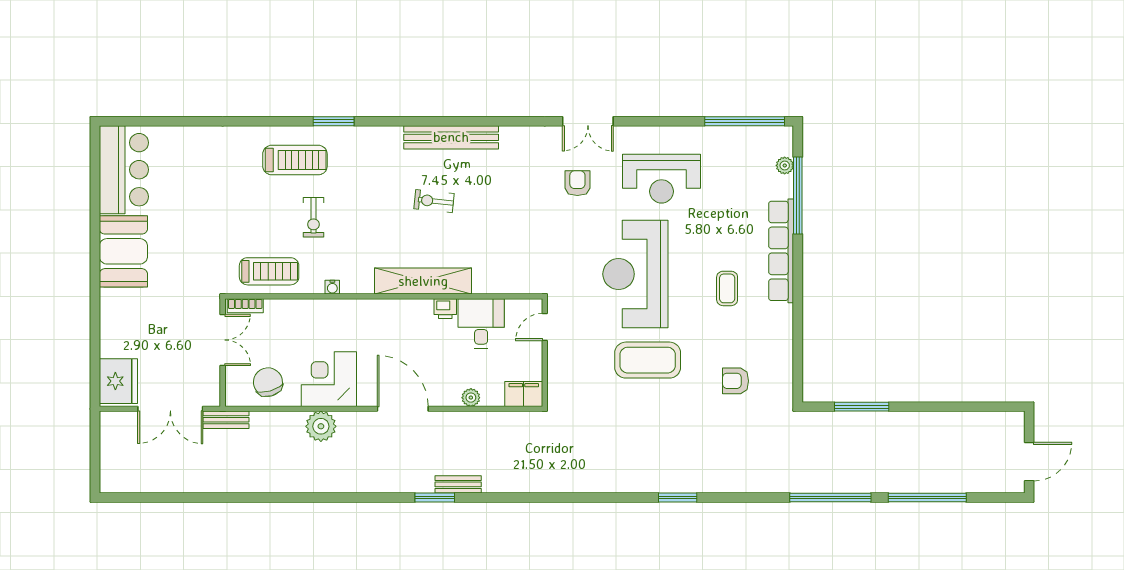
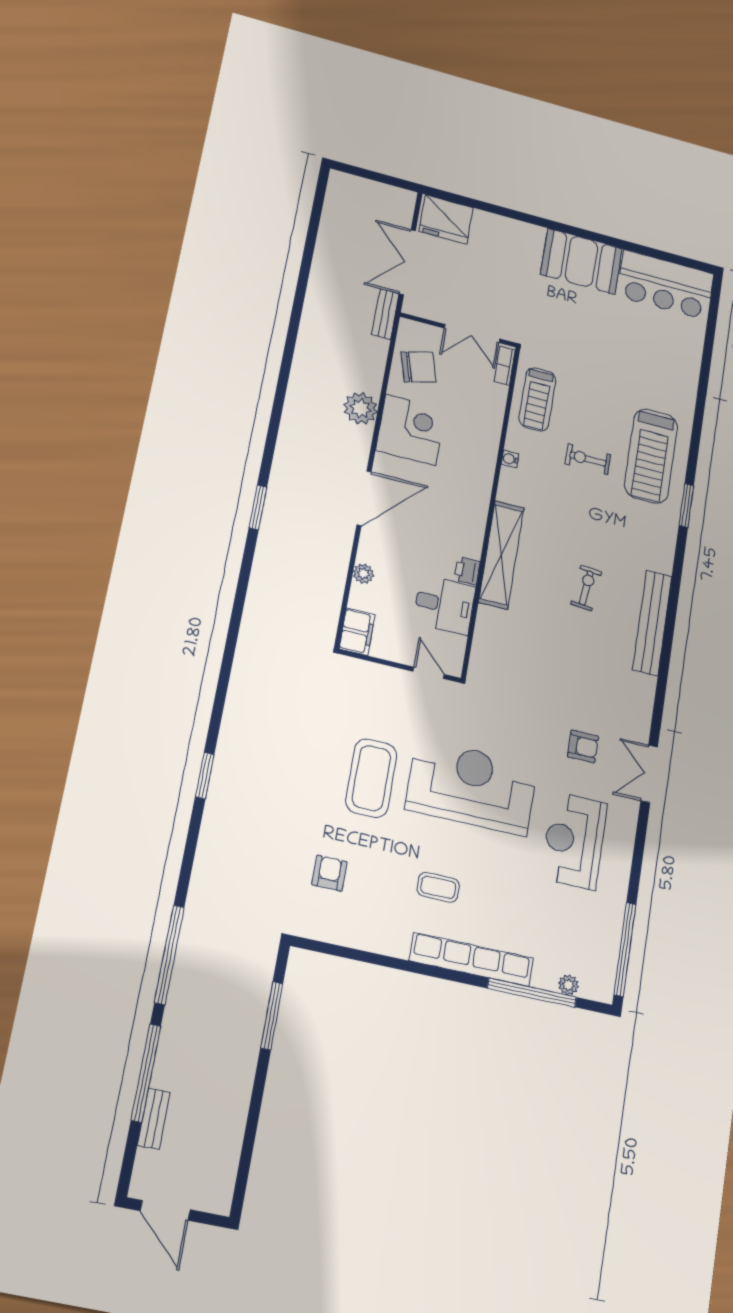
treadmill: (295, 160) -> (651, 456), width x1.37, depth x1.38
bench: (458, 484) -> (154, 1119), moved

